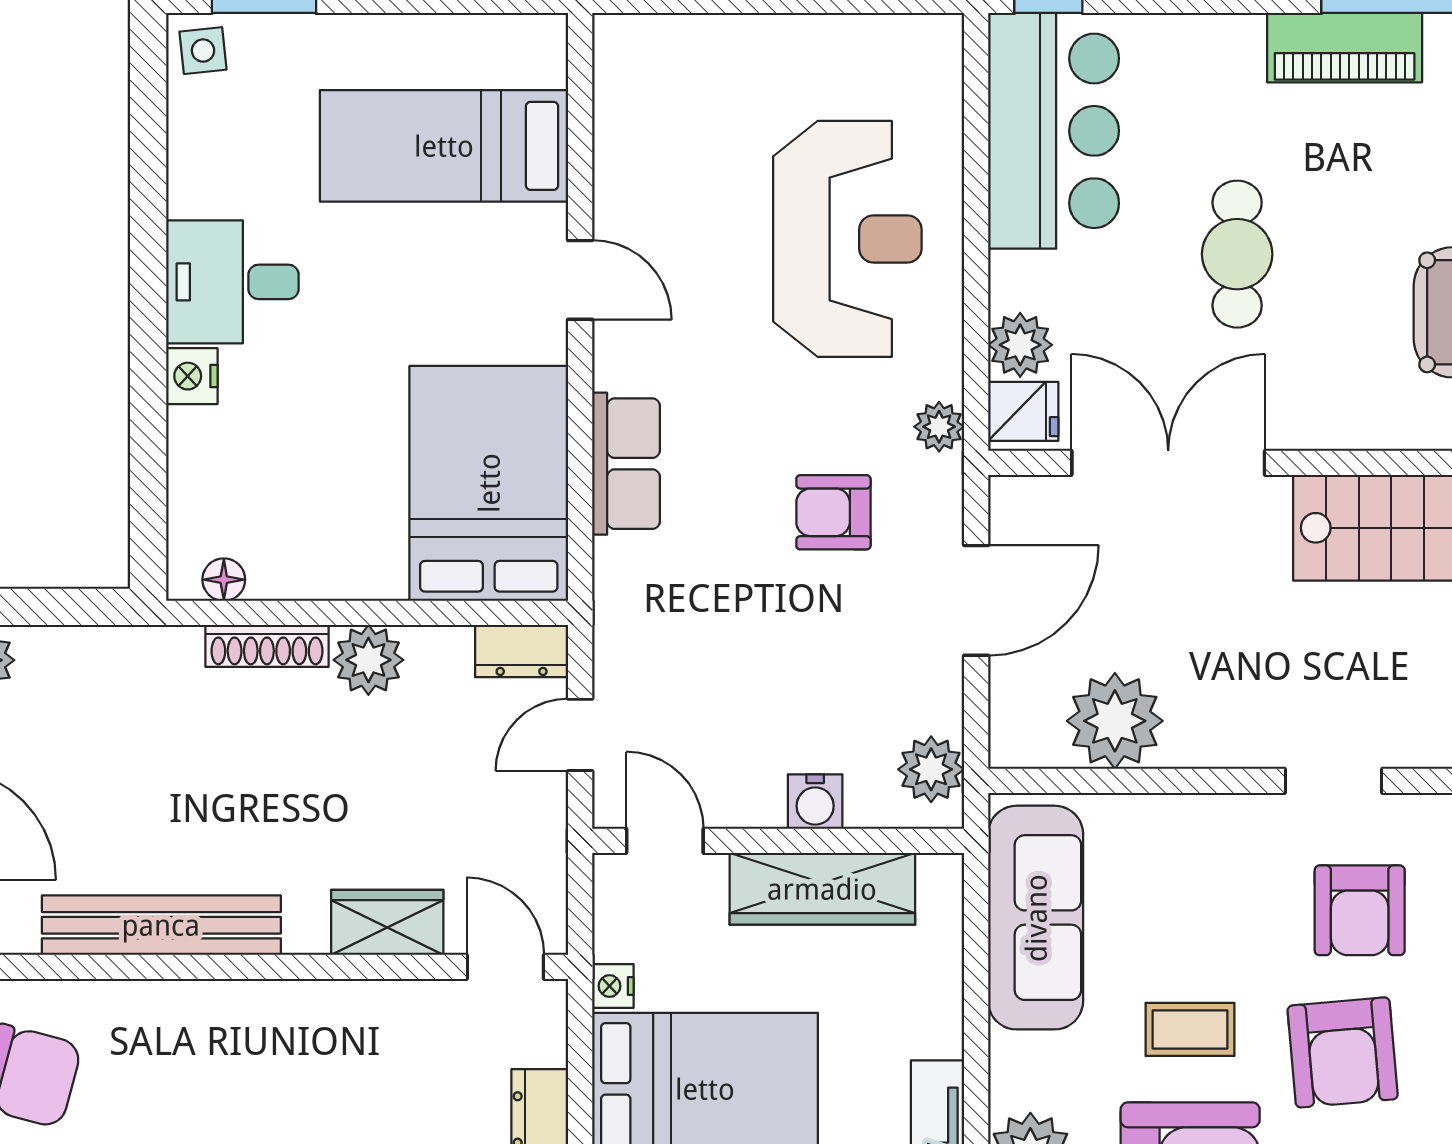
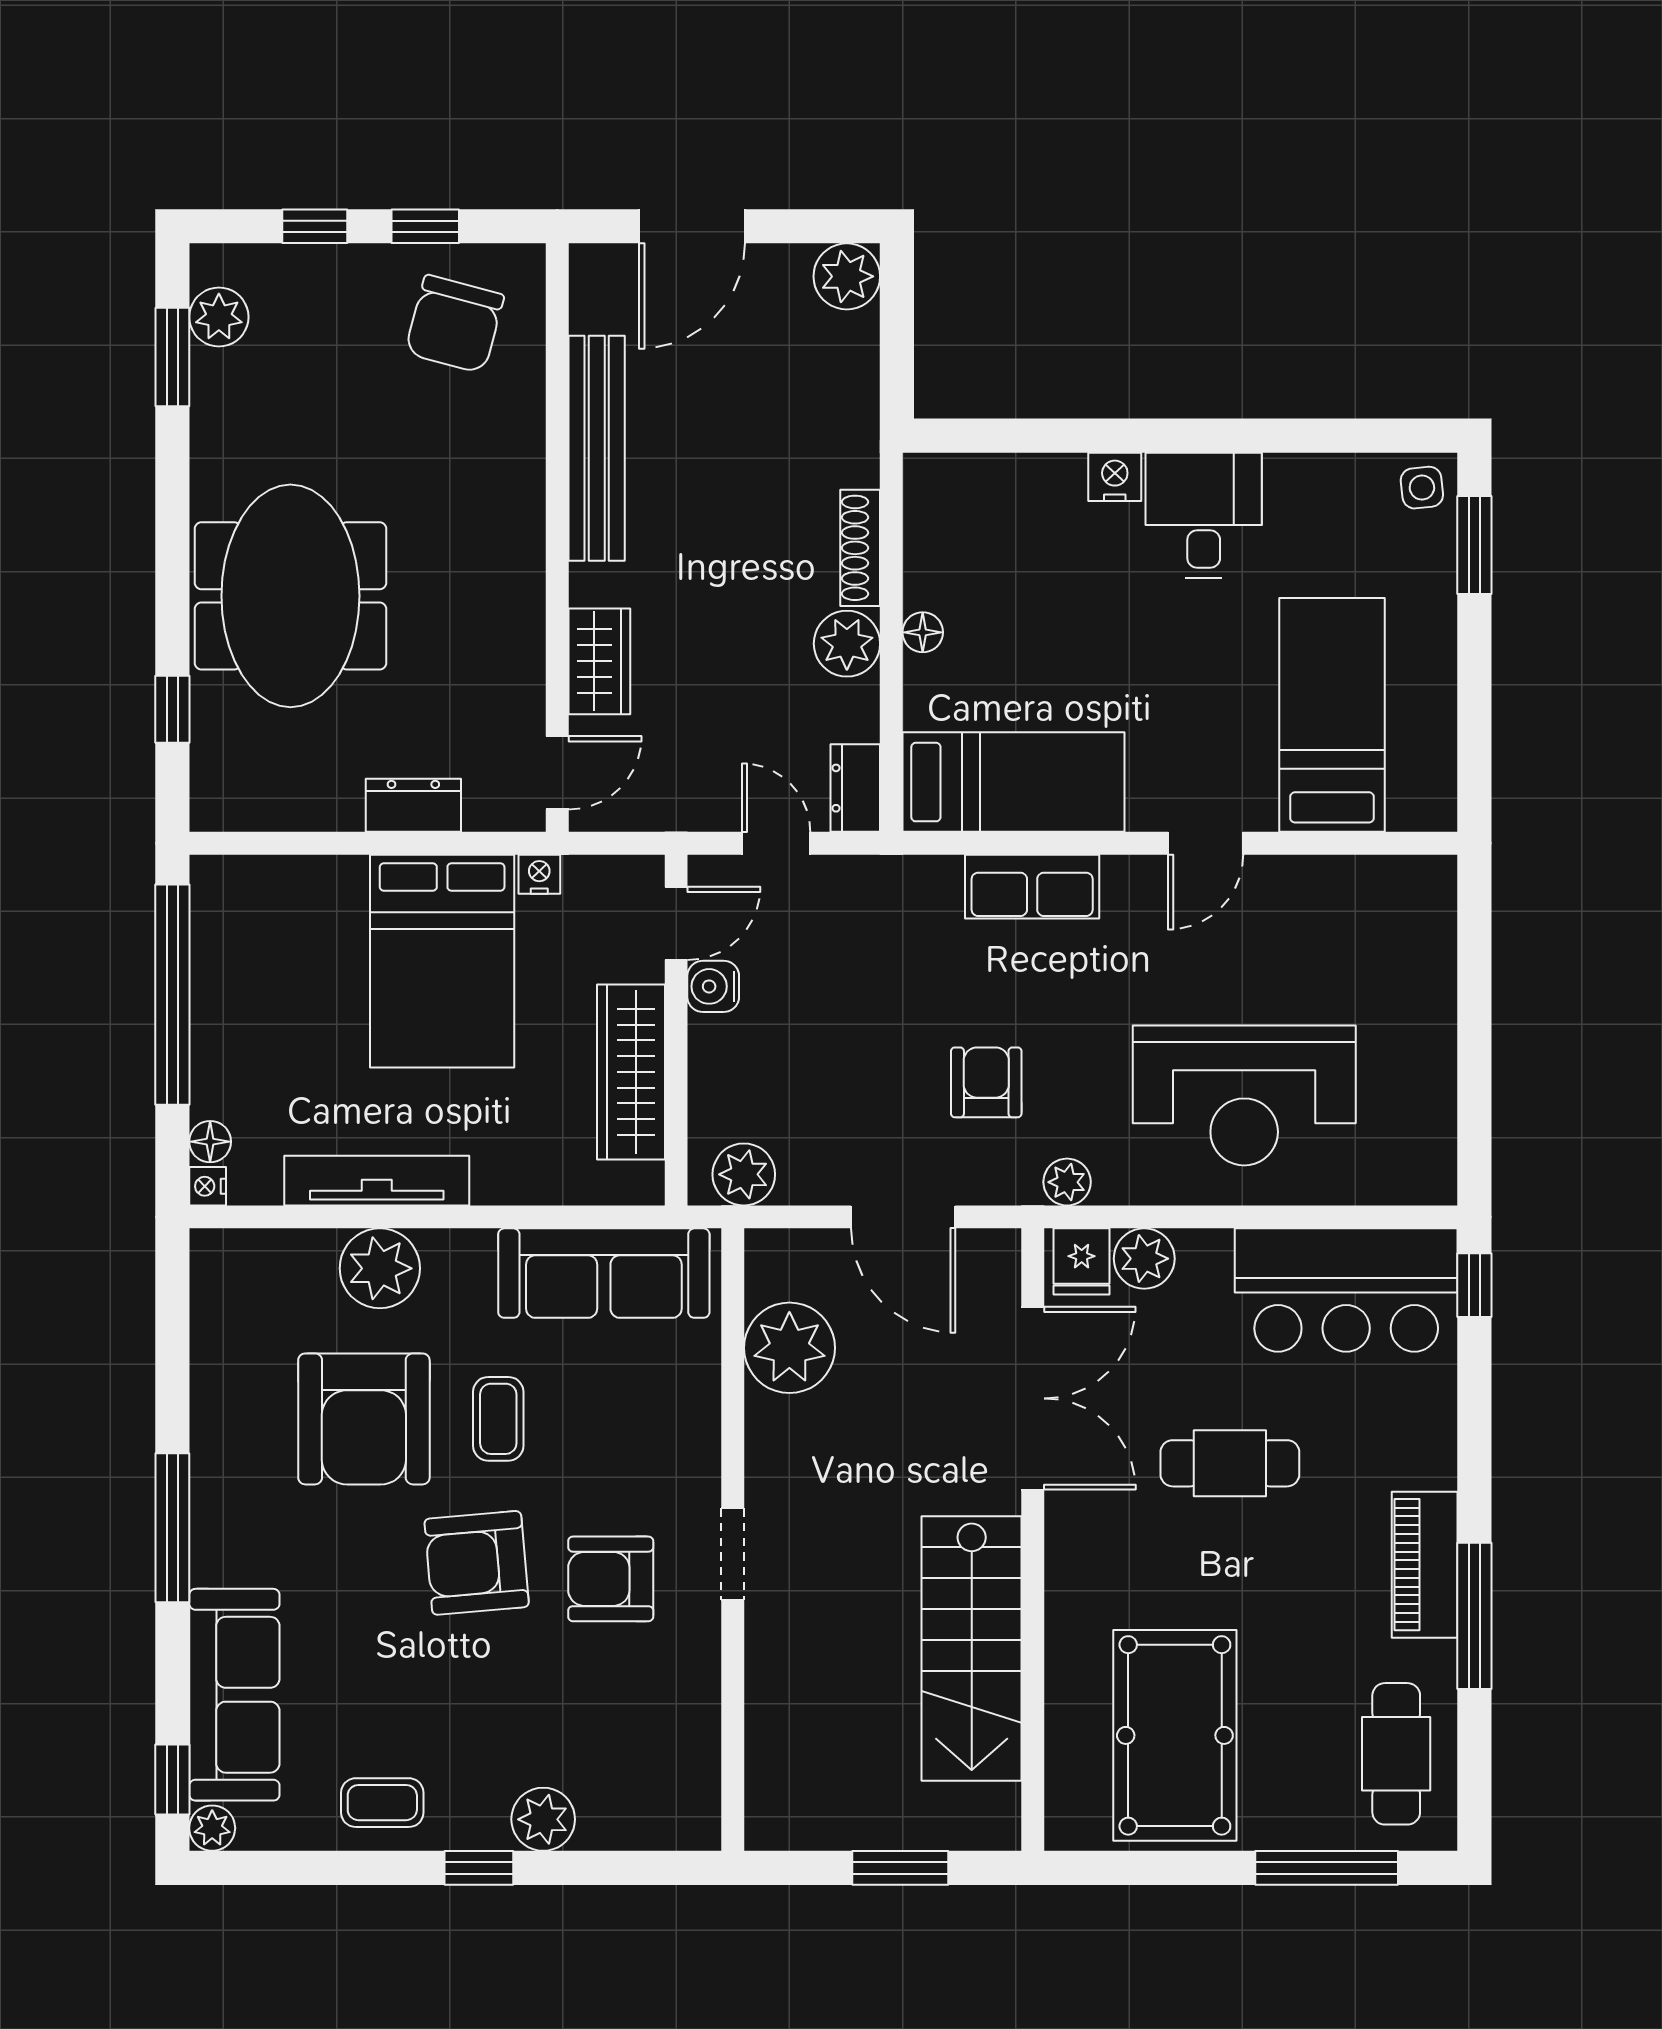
bed: (489, 483) -> (1013, 782), width x0.67
floor lamp: (224, 580) -> (923, 632), moved
water cooler: (815, 802) -> (713, 986), moved

